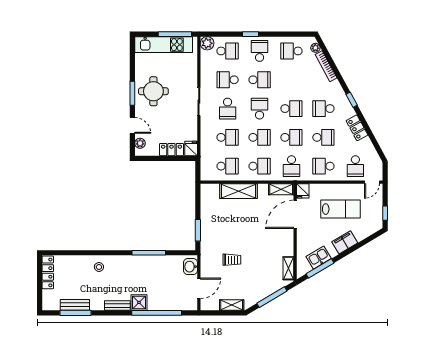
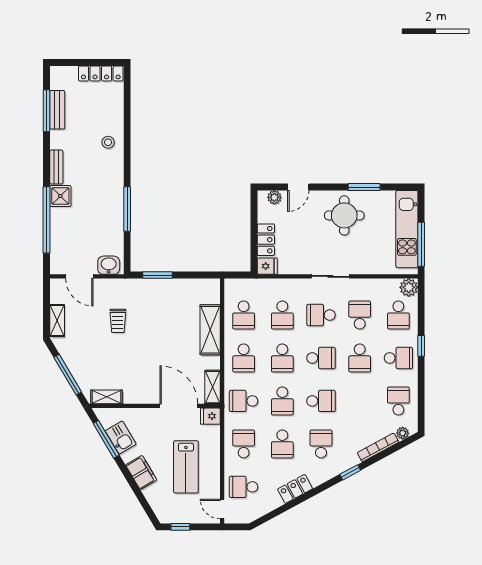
window: (132, 93) -> (364, 187), moved
window: (352, 100) -> (350, 472), moved
school desk: (291, 109) -> (321, 401), turned -90

